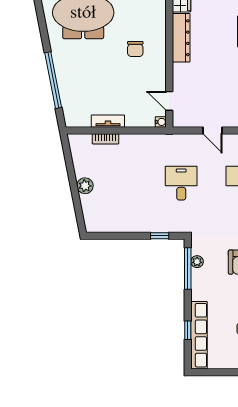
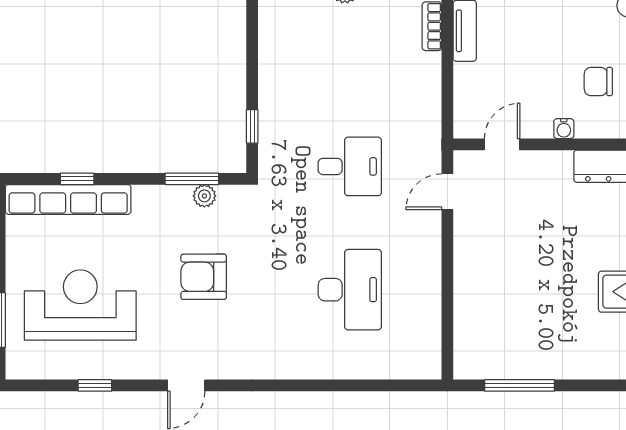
water cooler: (161, 122) -> (564, 129), moved
door: (213, 130) -> (447, 192), moved
window: (188, 268) -> (192, 179), width x0.69

